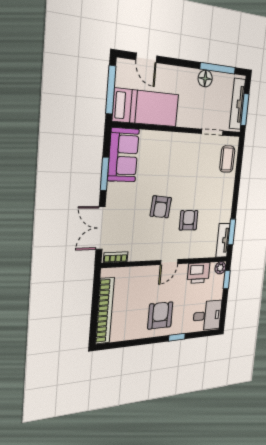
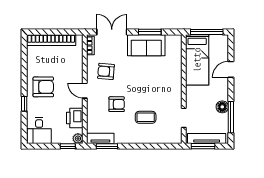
door: (146, 58) -> (231, 69), moved
sofa: (123, 155) -> (146, 45), moved
coffee table: (227, 159) -> (146, 117), moved
armchair: (161, 207) -> (106, 71), moved

